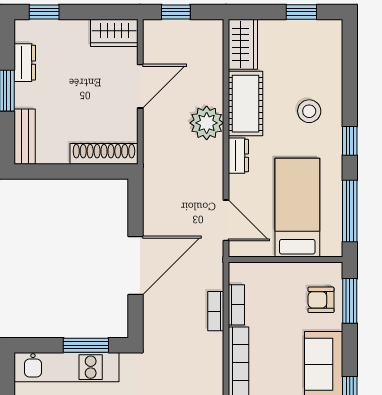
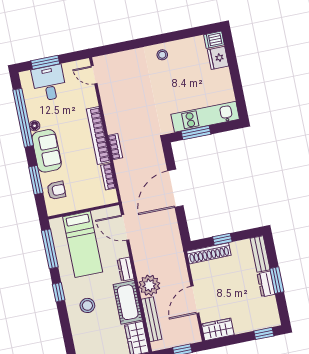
dresser: (25, 63) -> (266, 284), moved
bench: (214, 70) -> (152, 319), added
window: (79, 171) -> (222, 239), added
window: (350, 301) -> (36, 180), moved
bookcase: (216, 311) -> (115, 147), moved

